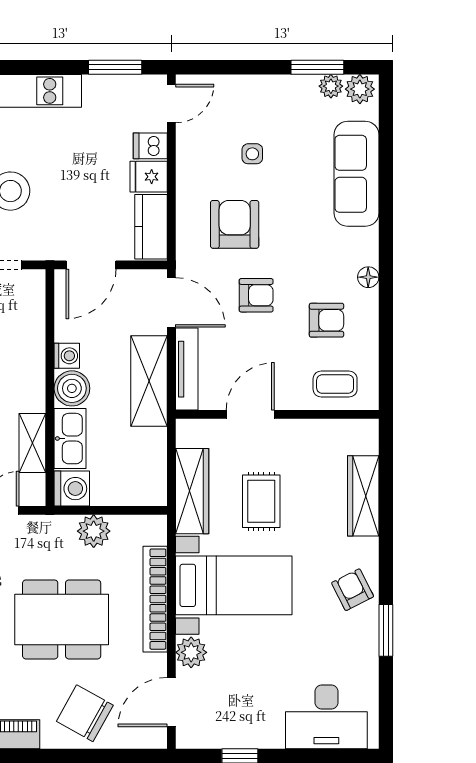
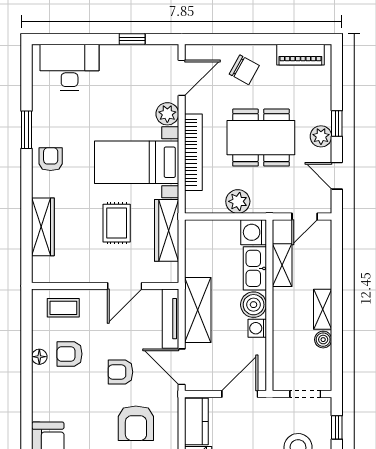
floor lamp: (368, 277) -> (39, 357), moved
armchair: (353, 590) -> (51, 159), turned -153
chair: (85, 713) -> (244, 70), width x0.73, depth x0.73

